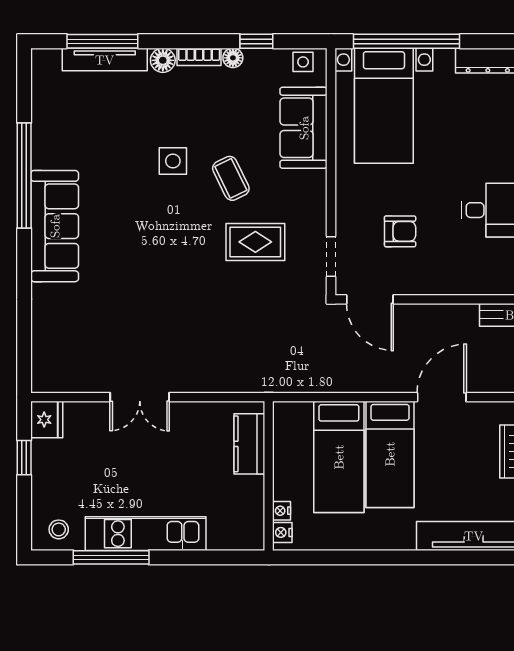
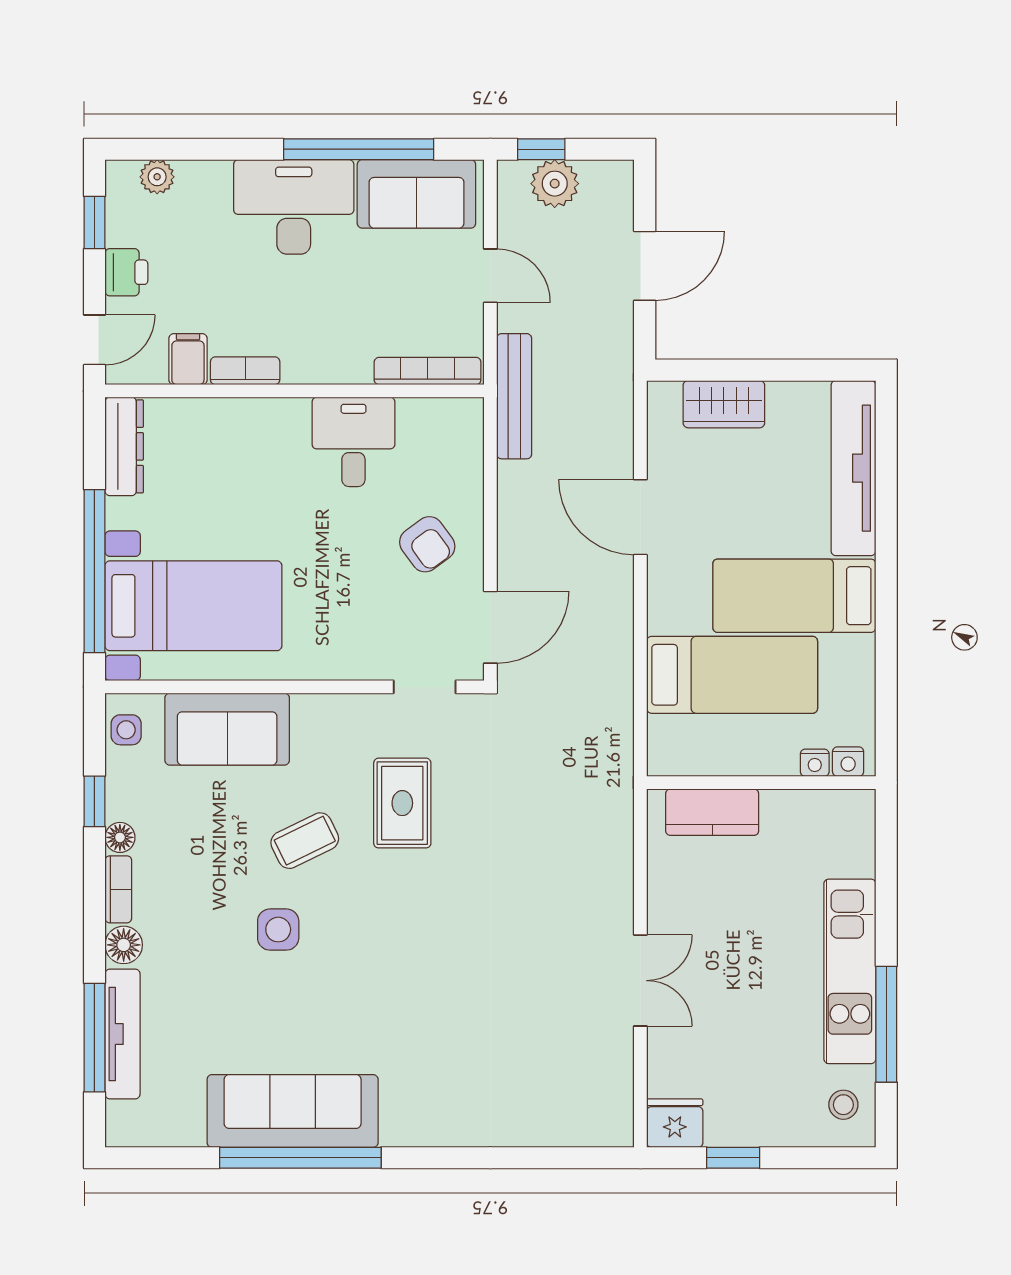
sofa: (55, 226) -> (293, 1111), moved
armchair: (400, 231) -> (427, 544), moved, turned 144
bed: (390, 454) -> (794, 596), moved, turned 180

